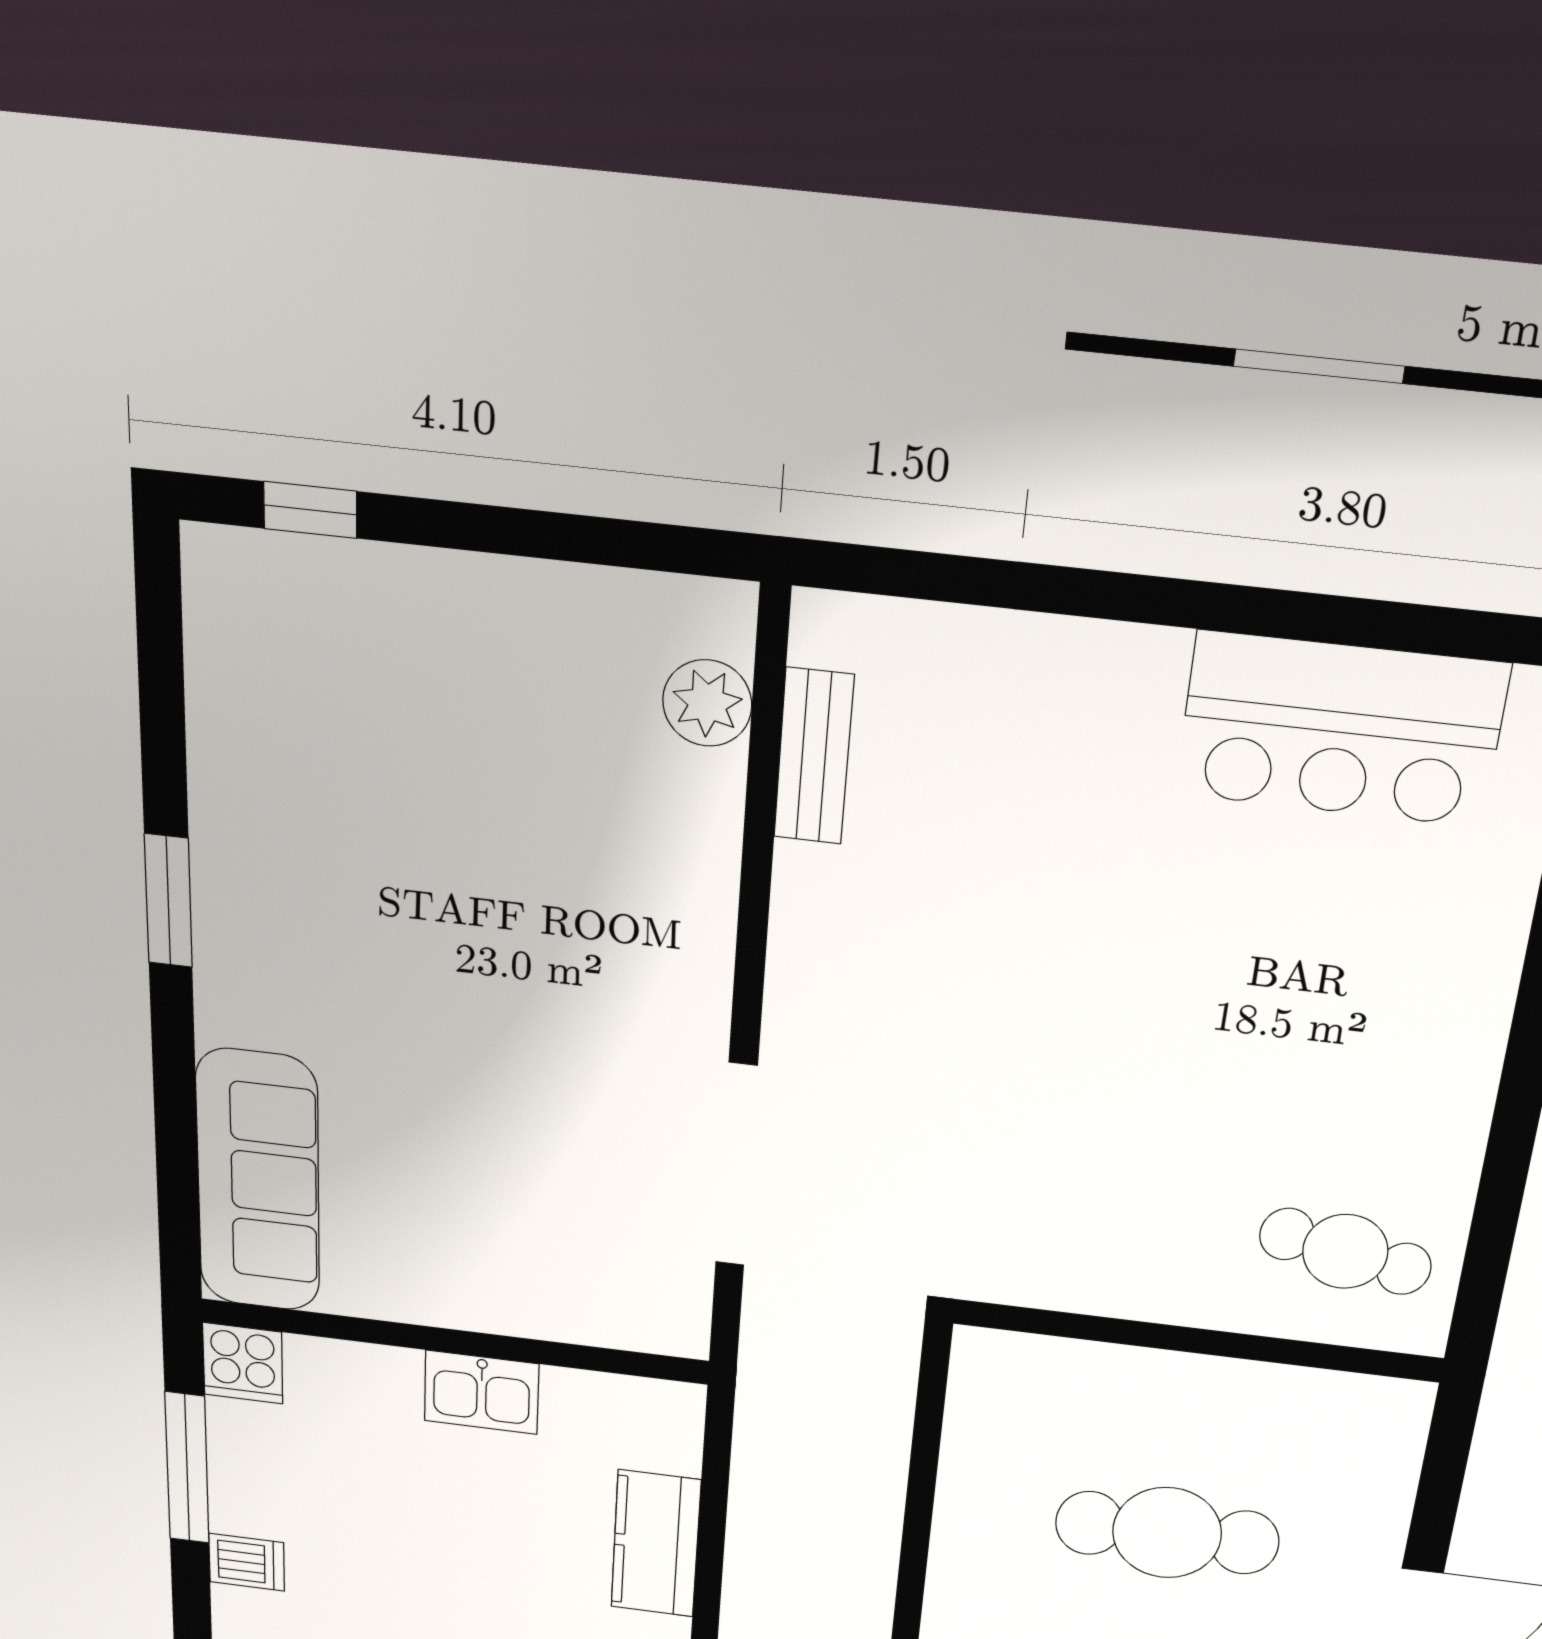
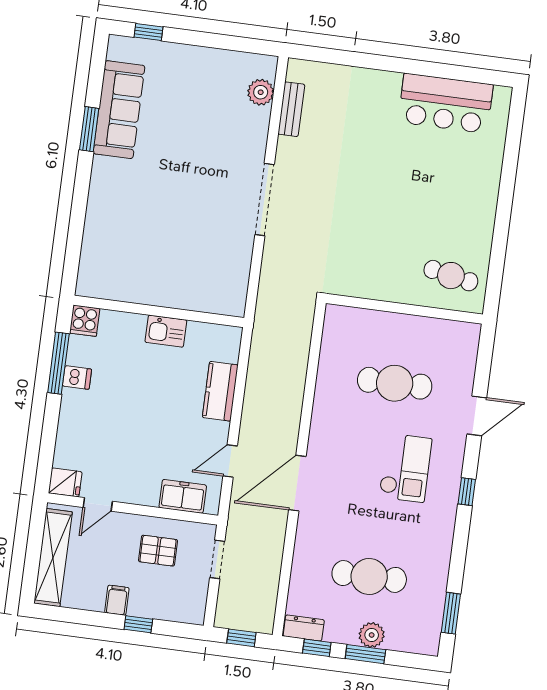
window: (168, 901) -> (89, 129), moved
doorway: (736, 1165) -> (265, 199), moved
sofa: (258, 1181) -> (119, 110), moved
dishwasher: (247, 1562) -> (77, 378), moved

